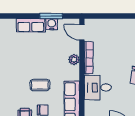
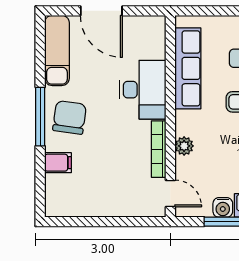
desk: (98, 87) -> (143, 90), width x1.37

